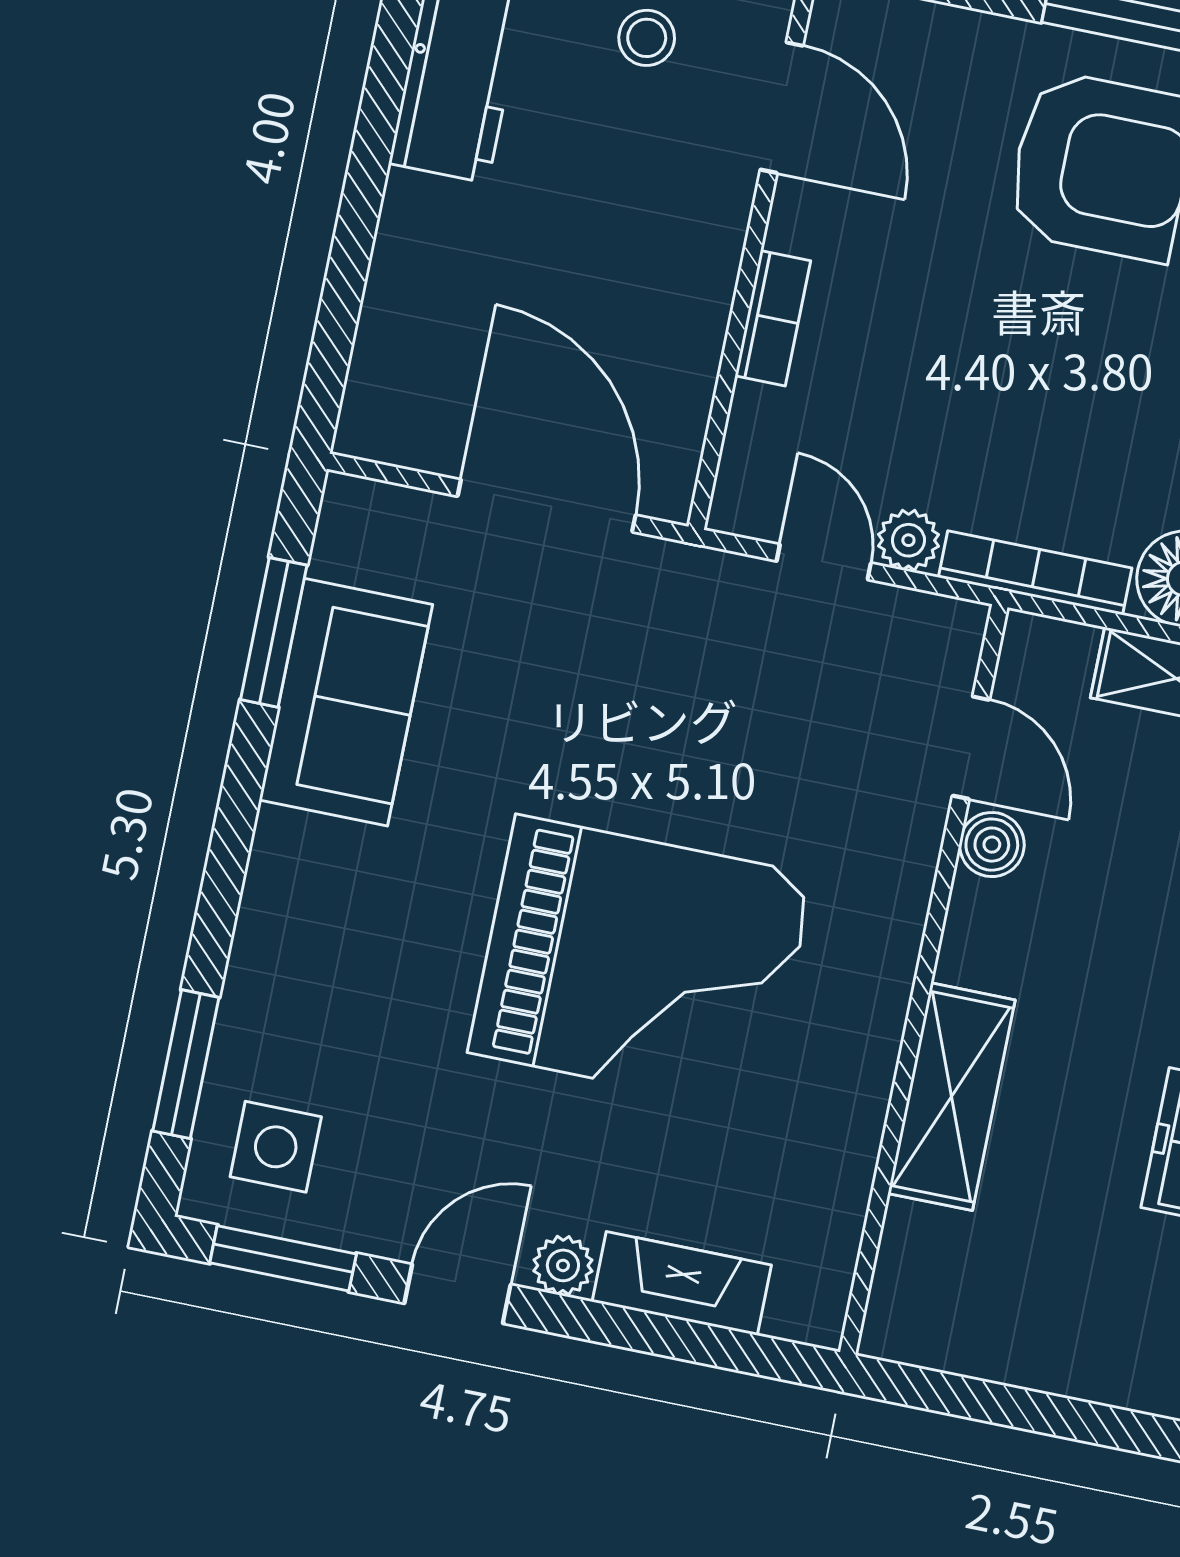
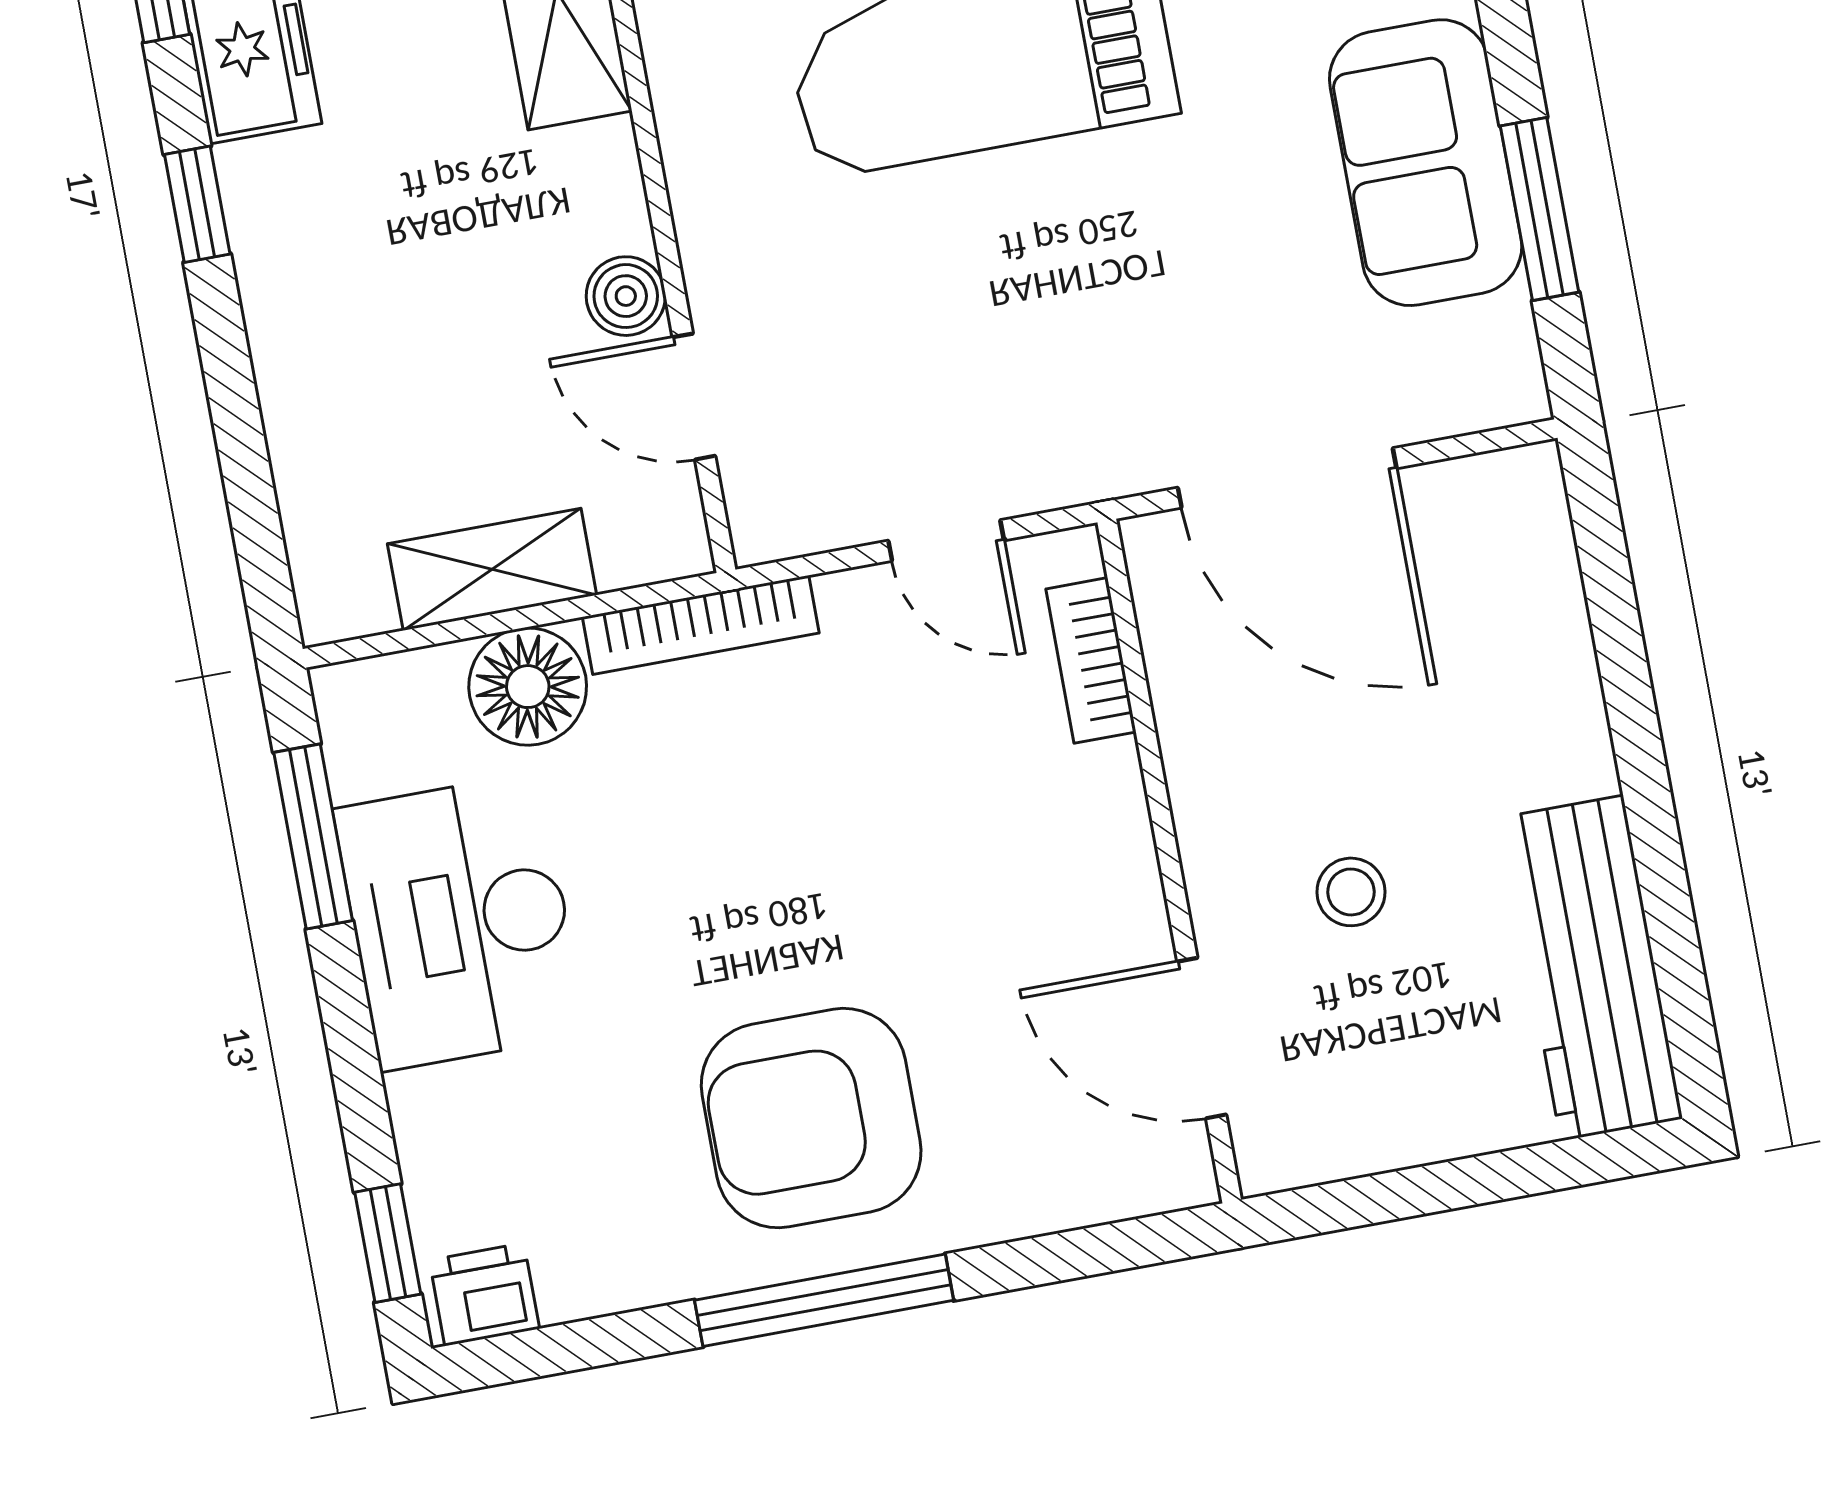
stool: (647, 38) -> (1351, 892), moved
bookcase: (773, 318) -> (1091, 660), moved
plant: (908, 540) -> (860, 604), removed

